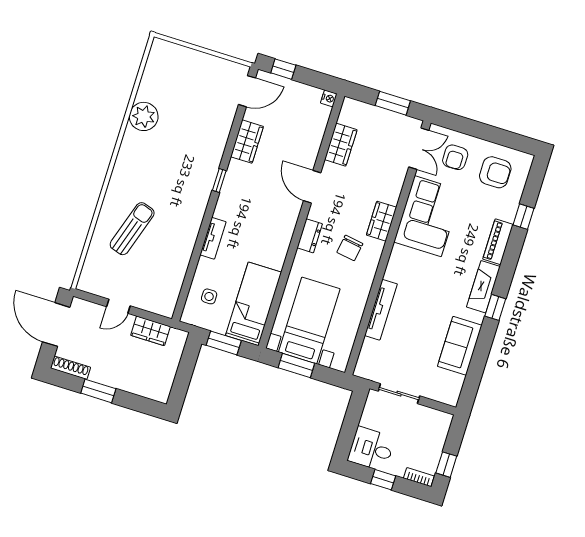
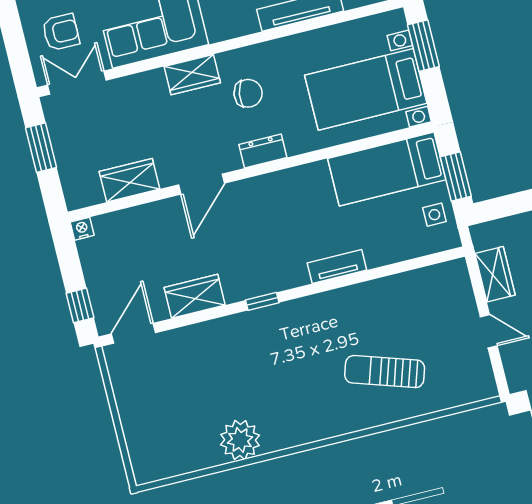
door: (247, 91) -> (133, 333), hinge flipped
side table: (209, 296) -> (434, 215), moved
window: (296, 366) -> (423, 46), moved

